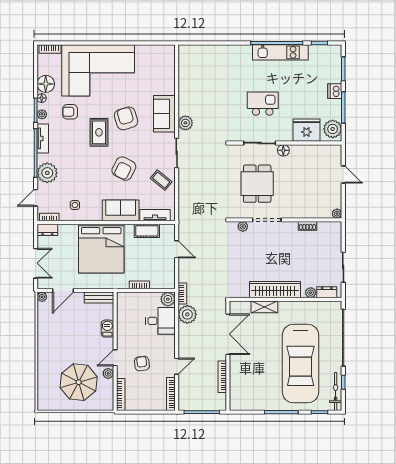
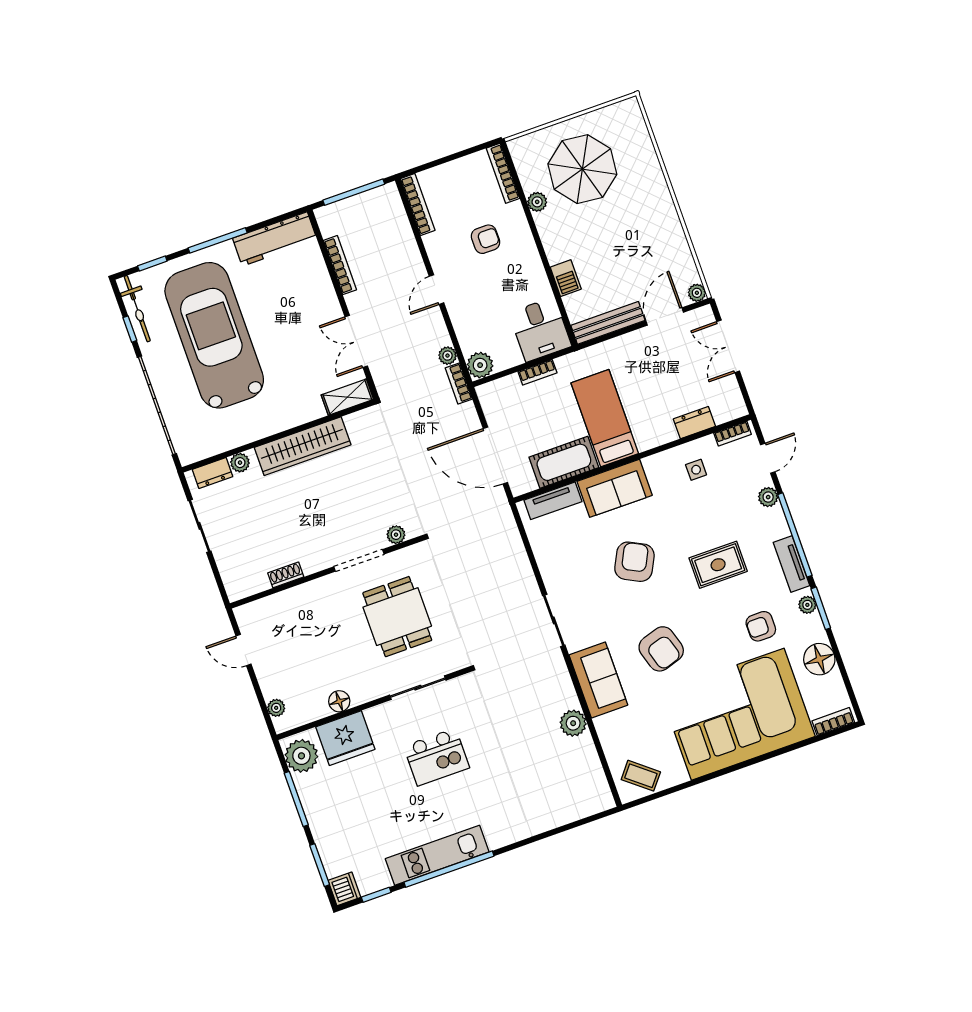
dishwasher: (335, 91) -> (344, 889), moved
floor lamp: (42, 98) -> (818, 632), removed
armchair: (70, 112) -> (761, 626), turned 180
plant: (185, 123) -> (573, 723), moved
rug: (99, 132) -> (718, 565), moved, turned 90
floor lamp: (283, 150) -> (339, 701), moved
plant: (47, 173) -> (768, 497), width x0.53, depth x0.53
door: (343, 175) -> (243, 650), moved
coffee table: (161, 180) -> (641, 776), moved
plant: (337, 214) -> (276, 708), moved
dresser: (47, 230) -> (694, 423), moved
cot: (147, 231) -> (564, 462), width x1.37, depth x1.34
bed: (101, 249) -> (605, 418), width x0.49
door: (177, 249) -> (495, 456), width x1.88
bench: (99, 298) -> (608, 323), width x1.36
shelving: (264, 307) -> (347, 397), moved
plant: (187, 314) -> (448, 356), width x0.53, depth x0.53
desk: (160, 321) -> (540, 329), moved, turned -90
double door: (228, 334) -> (356, 341), width x0.73
door: (115, 358) -> (535, 233), removed
armchair: (142, 364) -> (485, 239), turned -83
door: (177, 366) -> (437, 290), moved
workbench: (251, 402) -> (275, 239), added

